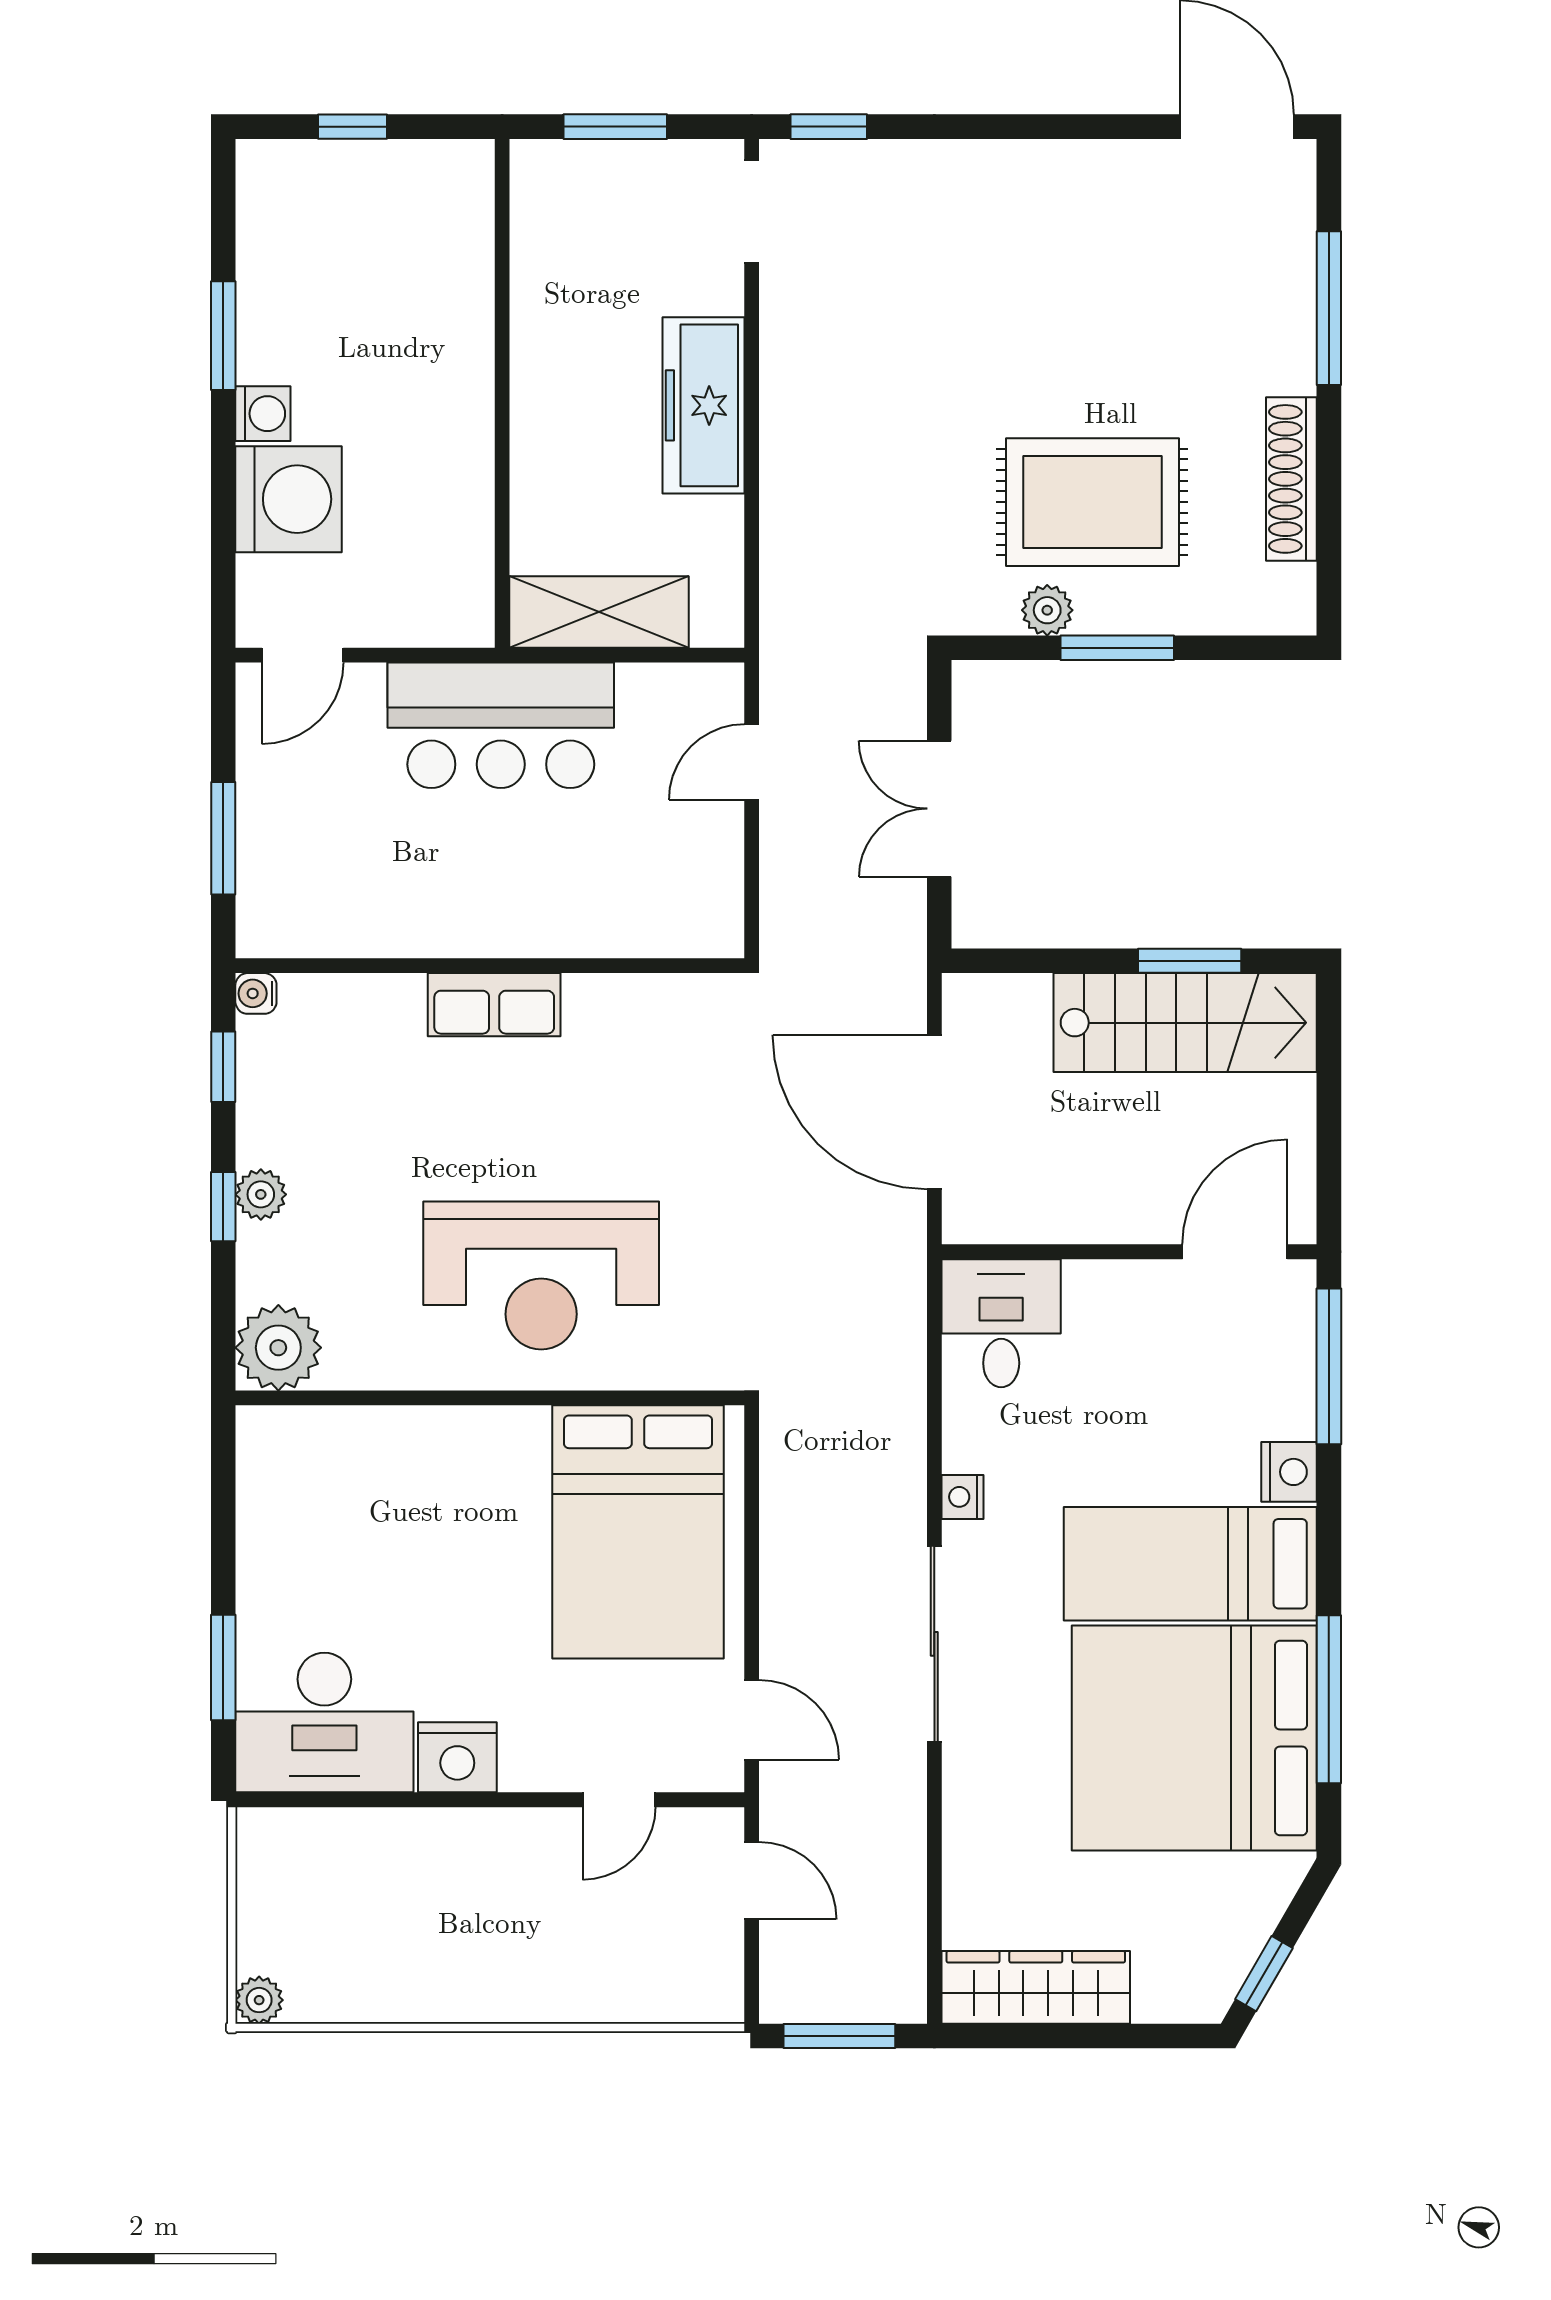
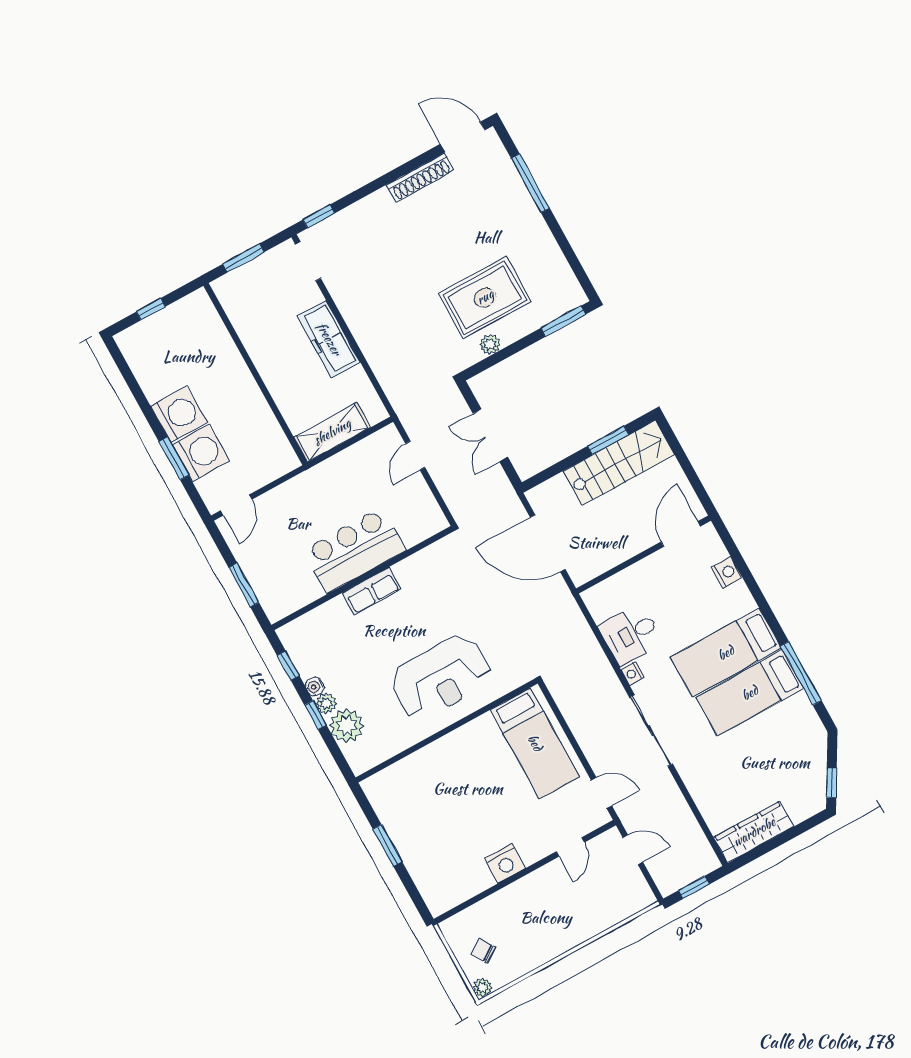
window: (223, 336) -> (174, 458), moved
washing machine: (263, 414) -> (179, 414), width x1.89, depth x1.89
shoe rack: (1291, 479) -> (420, 178), moved, turned -90
window: (1117, 648) -> (563, 321), moved
bar counter: (501, 725) -> (354, 550), moved, turned 180
water cooler: (256, 993) -> (315, 686), moved
desk: (1001, 1323) -> (631, 634), moved, turned -90
plant: (278, 1348) -> (347, 726), moved
window: (1329, 1366) -> (736, 556), removed
nightstand: (1289, 1472) -> (727, 572), moved
bed: (638, 1532) -> (535, 743), width x0.67
window: (223, 1667) -> (387, 845), moved
desk: (324, 1723) -> (451, 877), removed
bed: (1194, 1738) -> (750, 693), width x0.49
chair: (305, 1920) -> (483, 951), added
window: (839, 2036) -> (694, 887), width x0.67

